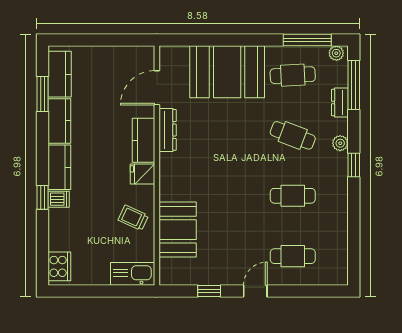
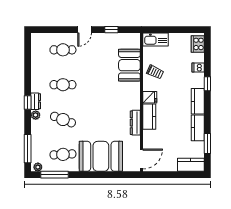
kitchen counter: (60, 74) -> (191, 165), moved, turned 90
door: (157, 88) -> (141, 159), moved
dresser: (340, 102) -> (36, 101), moved
dishwasher: (59, 199) -> (198, 68), moved

